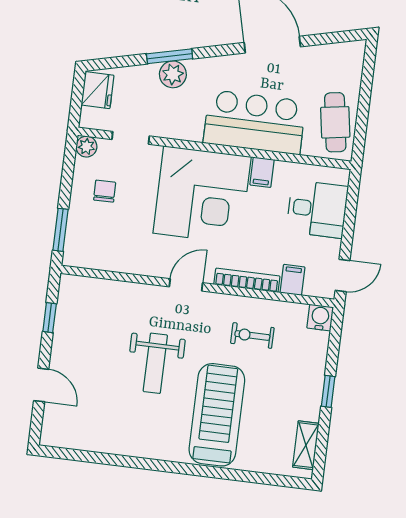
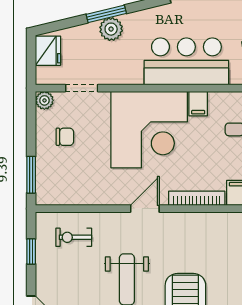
chair: (105, 191) -> (65, 137), turned 91
exercise bike: (252, 336) -> (74, 237), moved

